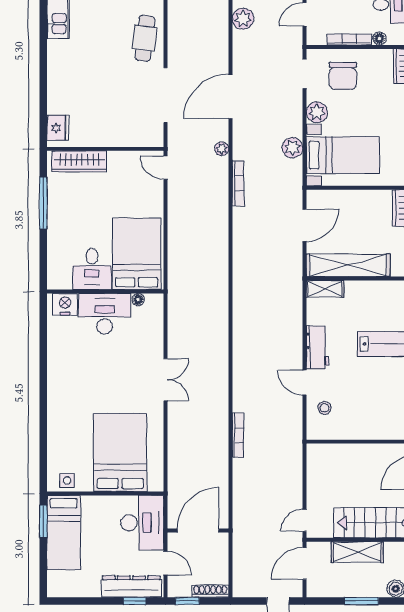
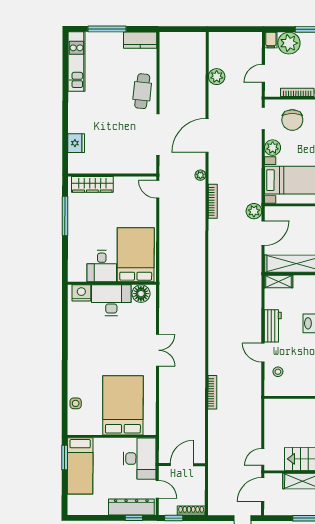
fridge: (58, 128) -> (76, 143), moved
plant: (292, 148) -> (254, 211), moved
floor lamp: (138, 300) -> (141, 294), width x1.89, depth x1.89
side table: (67, 480) -> (76, 403), moved
door: (198, 531) -> (182, 465), width x0.73

